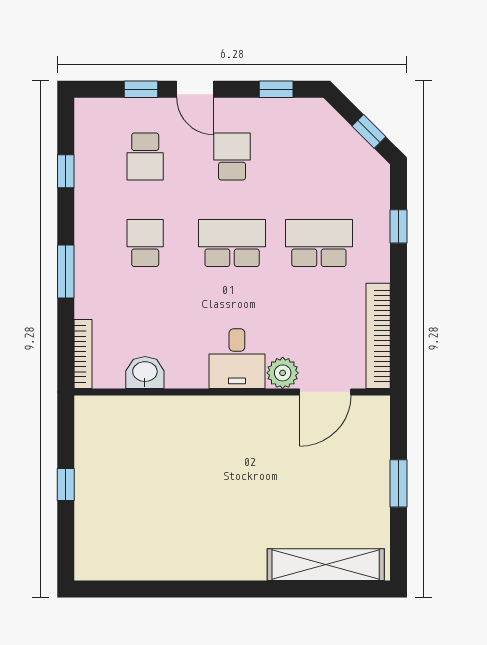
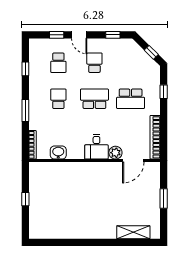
school desk: (319, 243) -> (131, 99), turned 180
shelving: (326, 565) -> (133, 232), width x0.68

